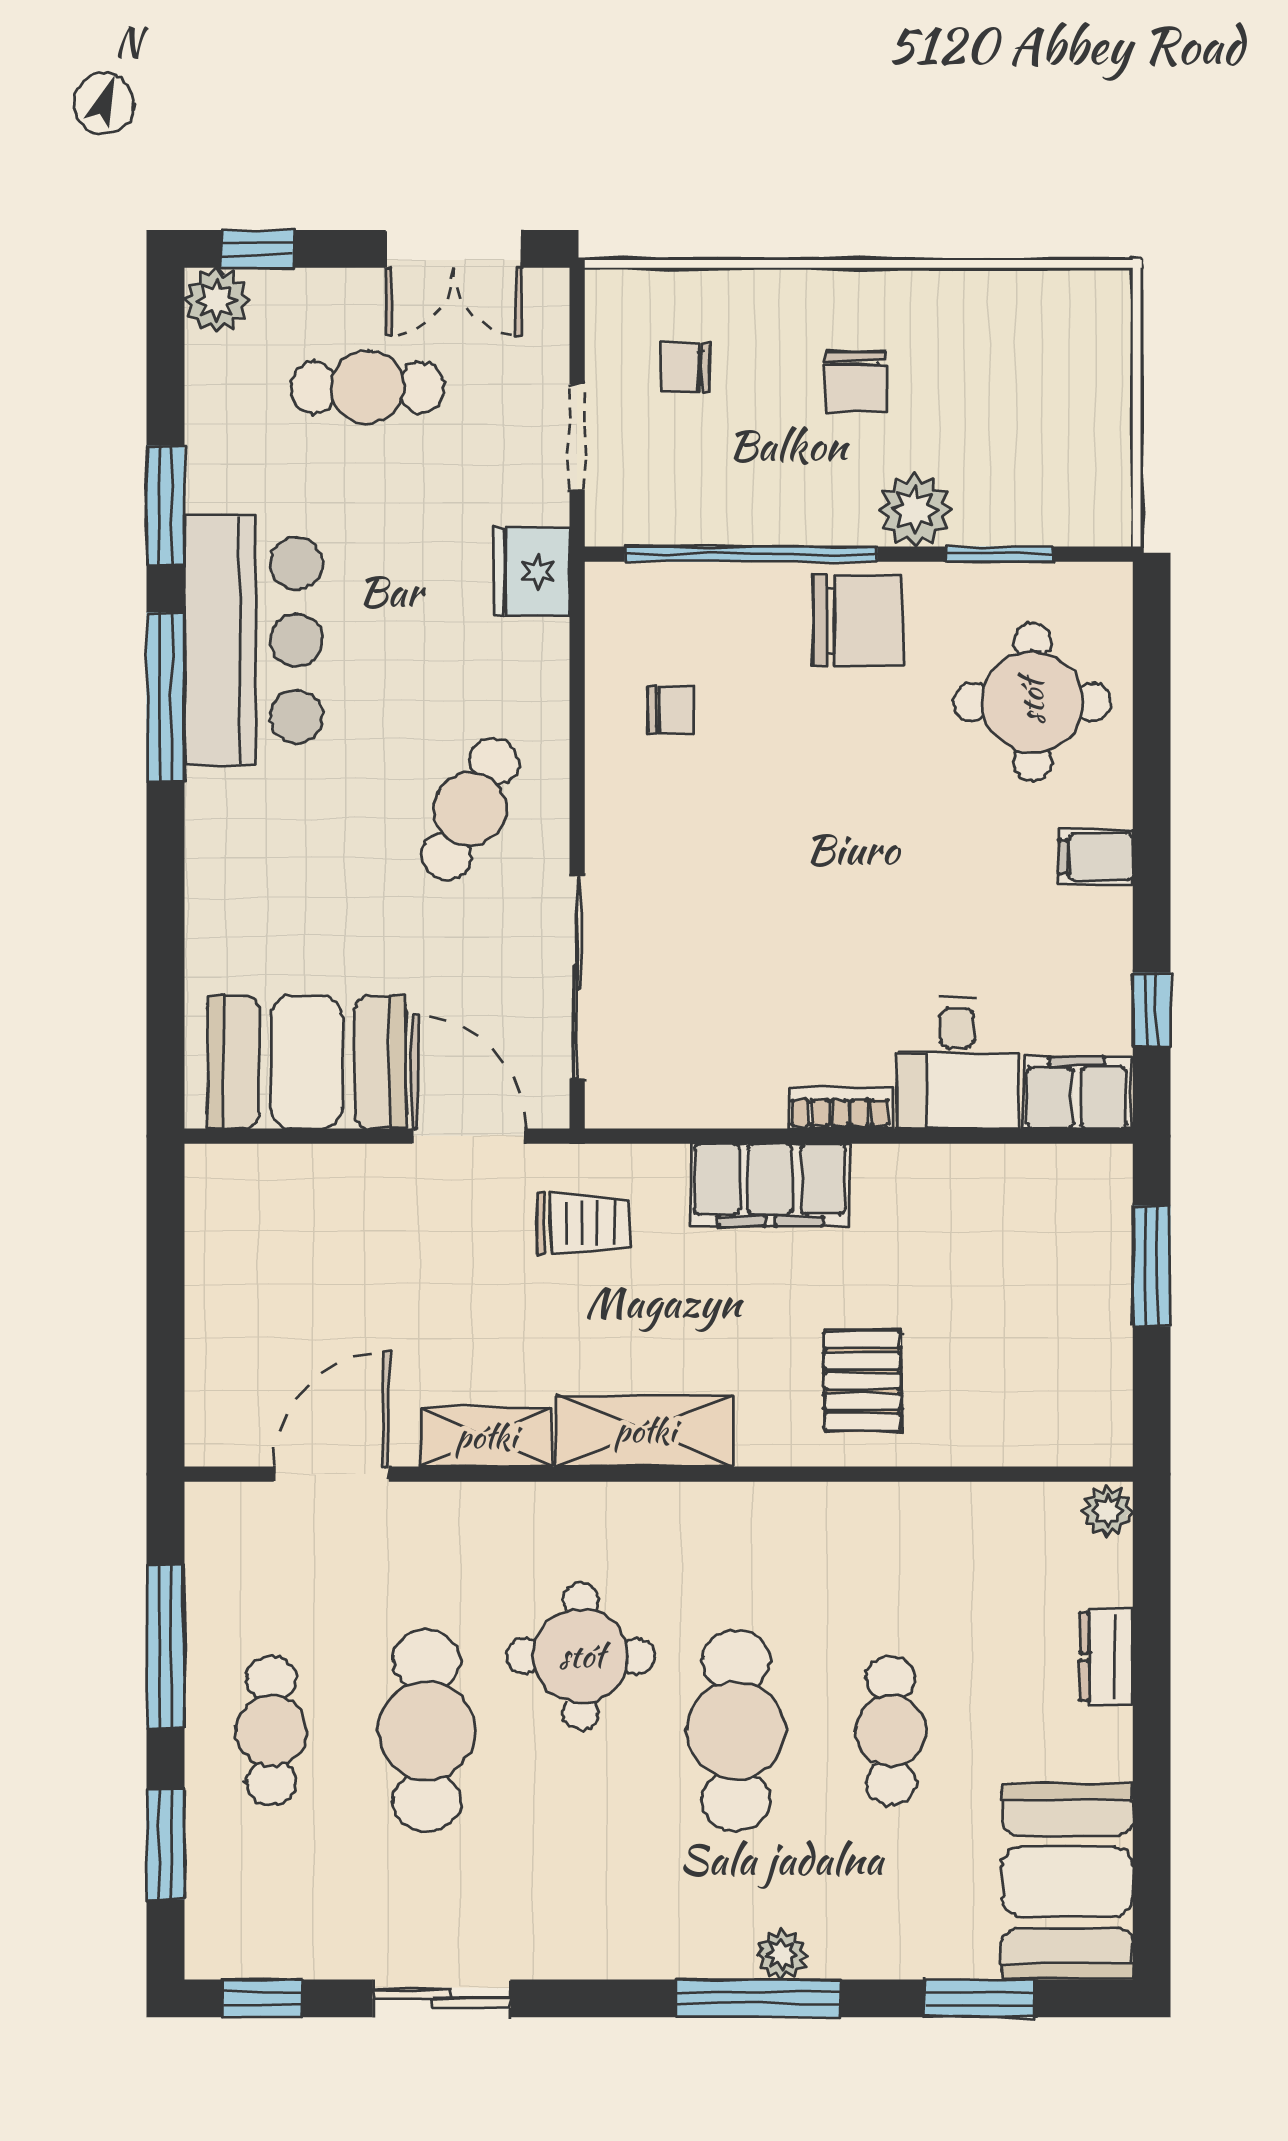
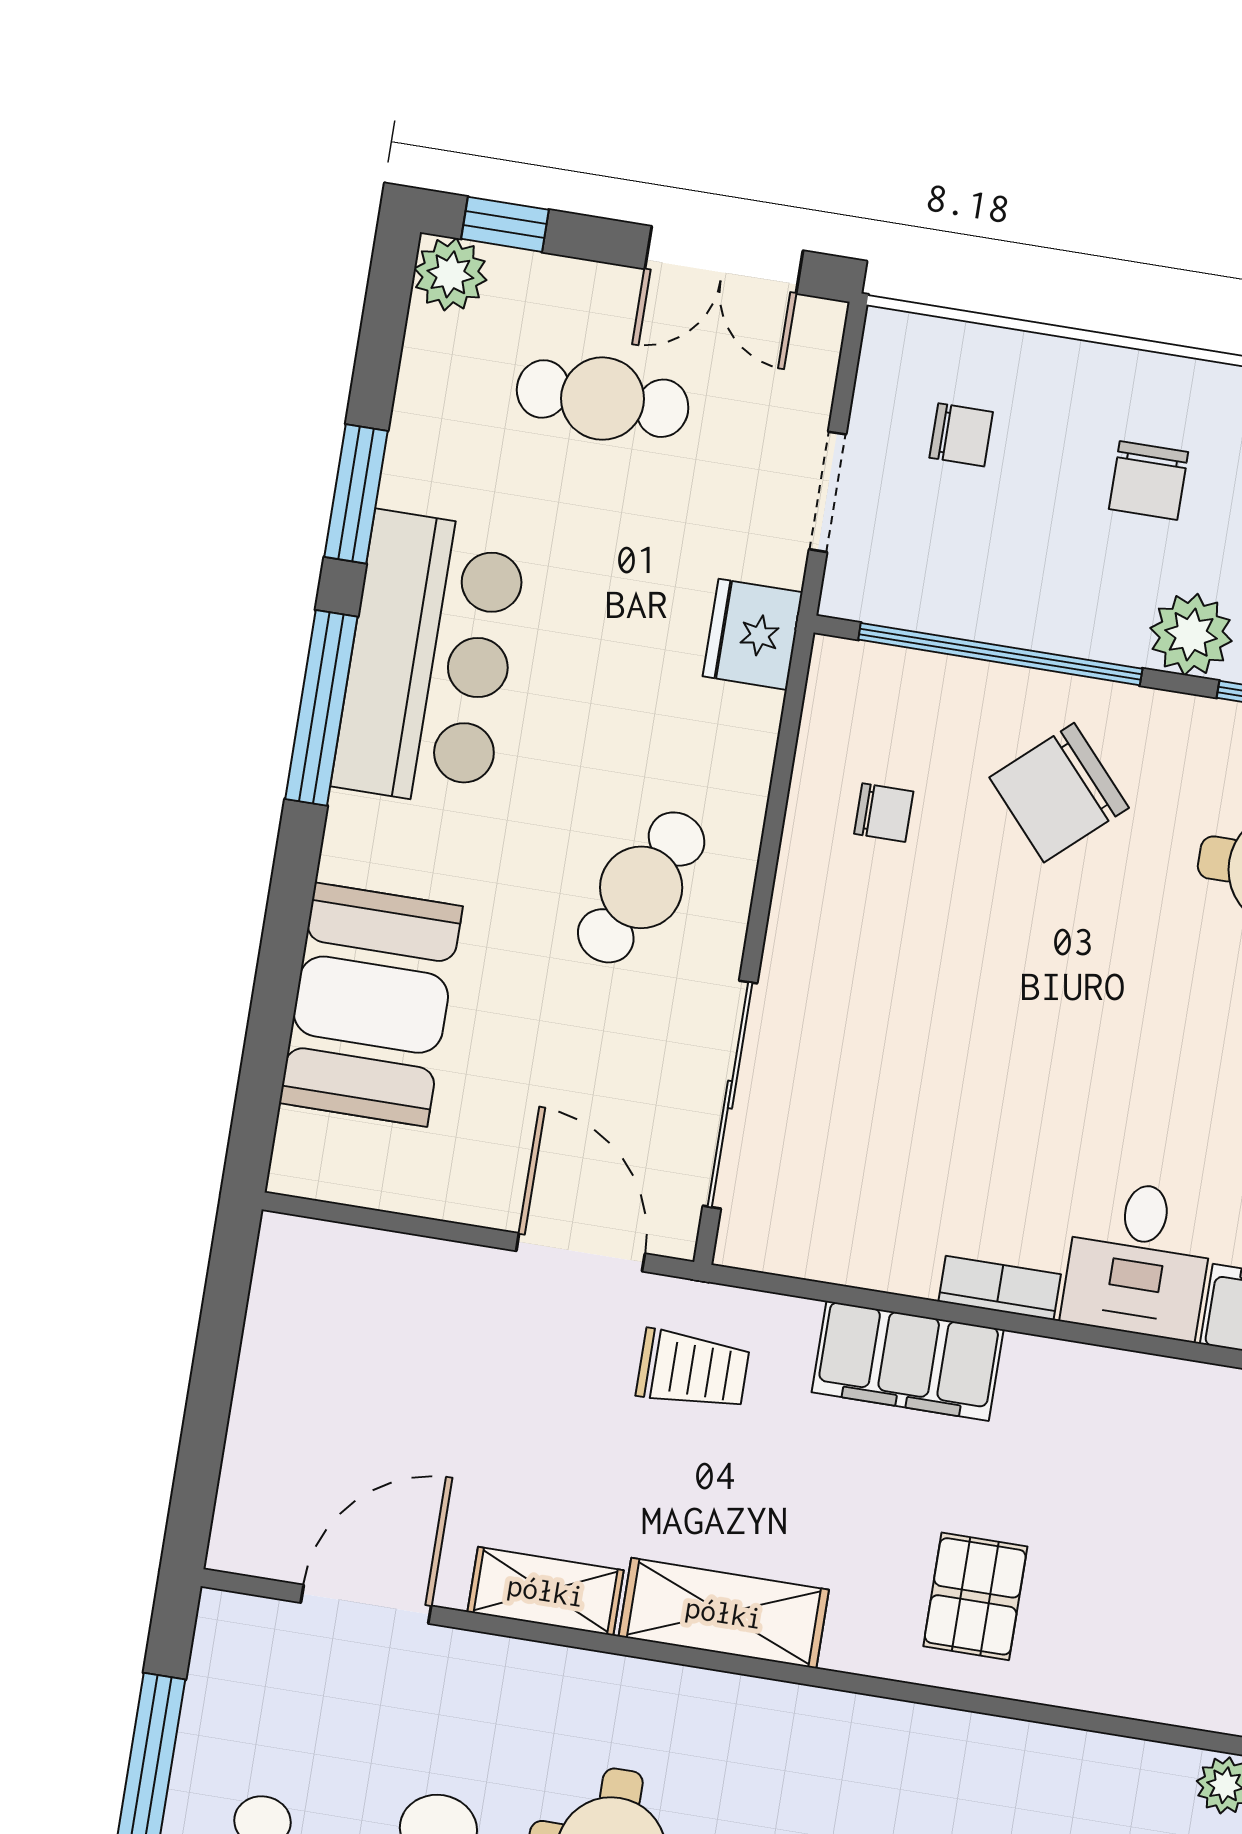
chair: (686, 368) -> (961, 435), turned 180
chair: (858, 621) -> (1059, 793), moved, turned 138
booth: (307, 1062) -> (371, 1005), moved, turned 90

